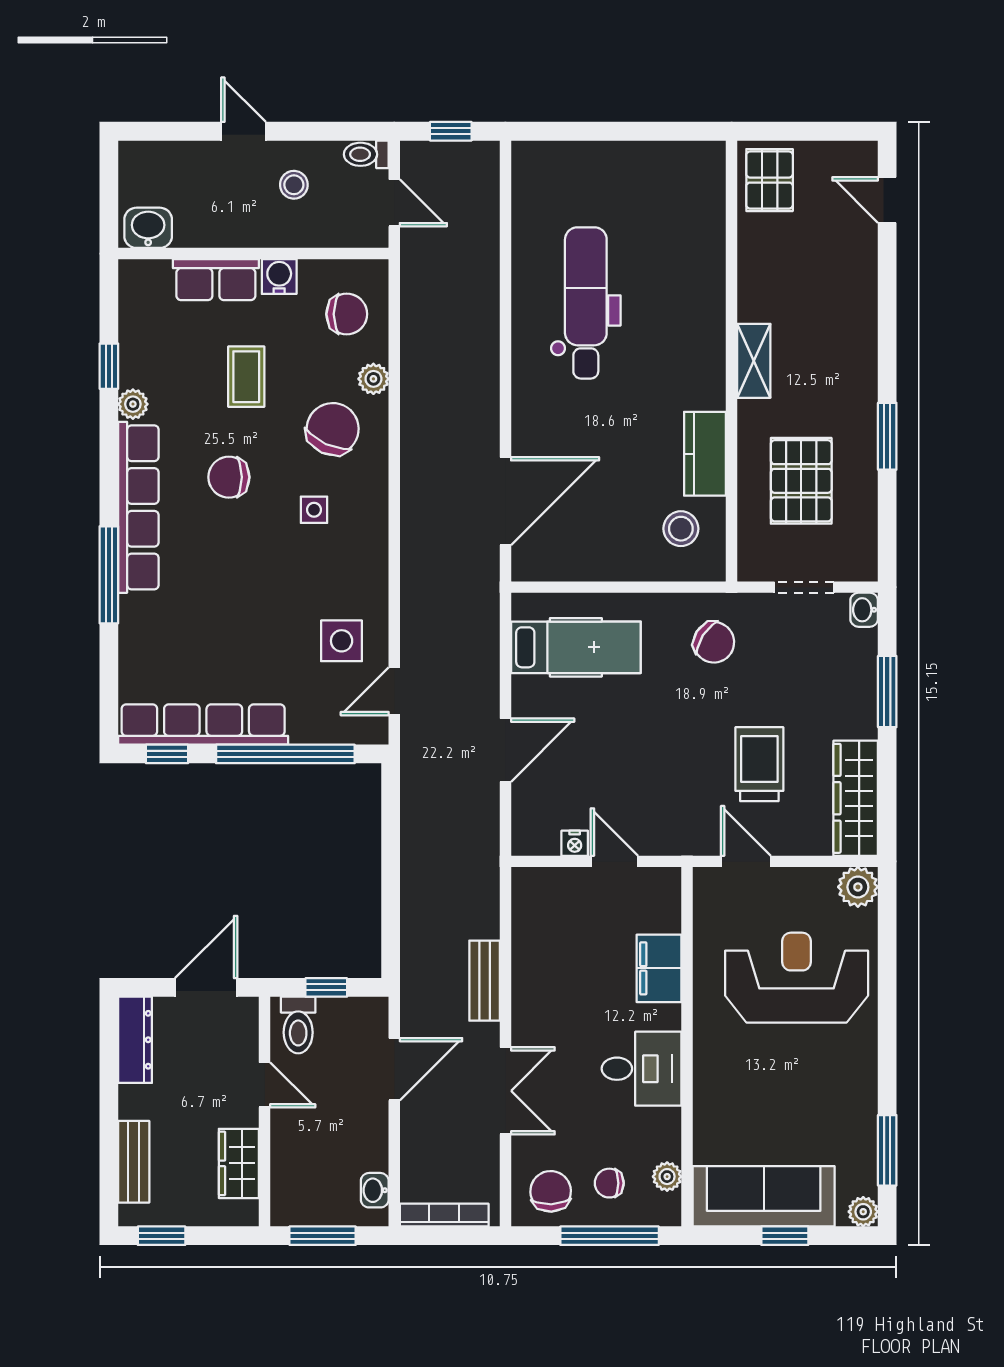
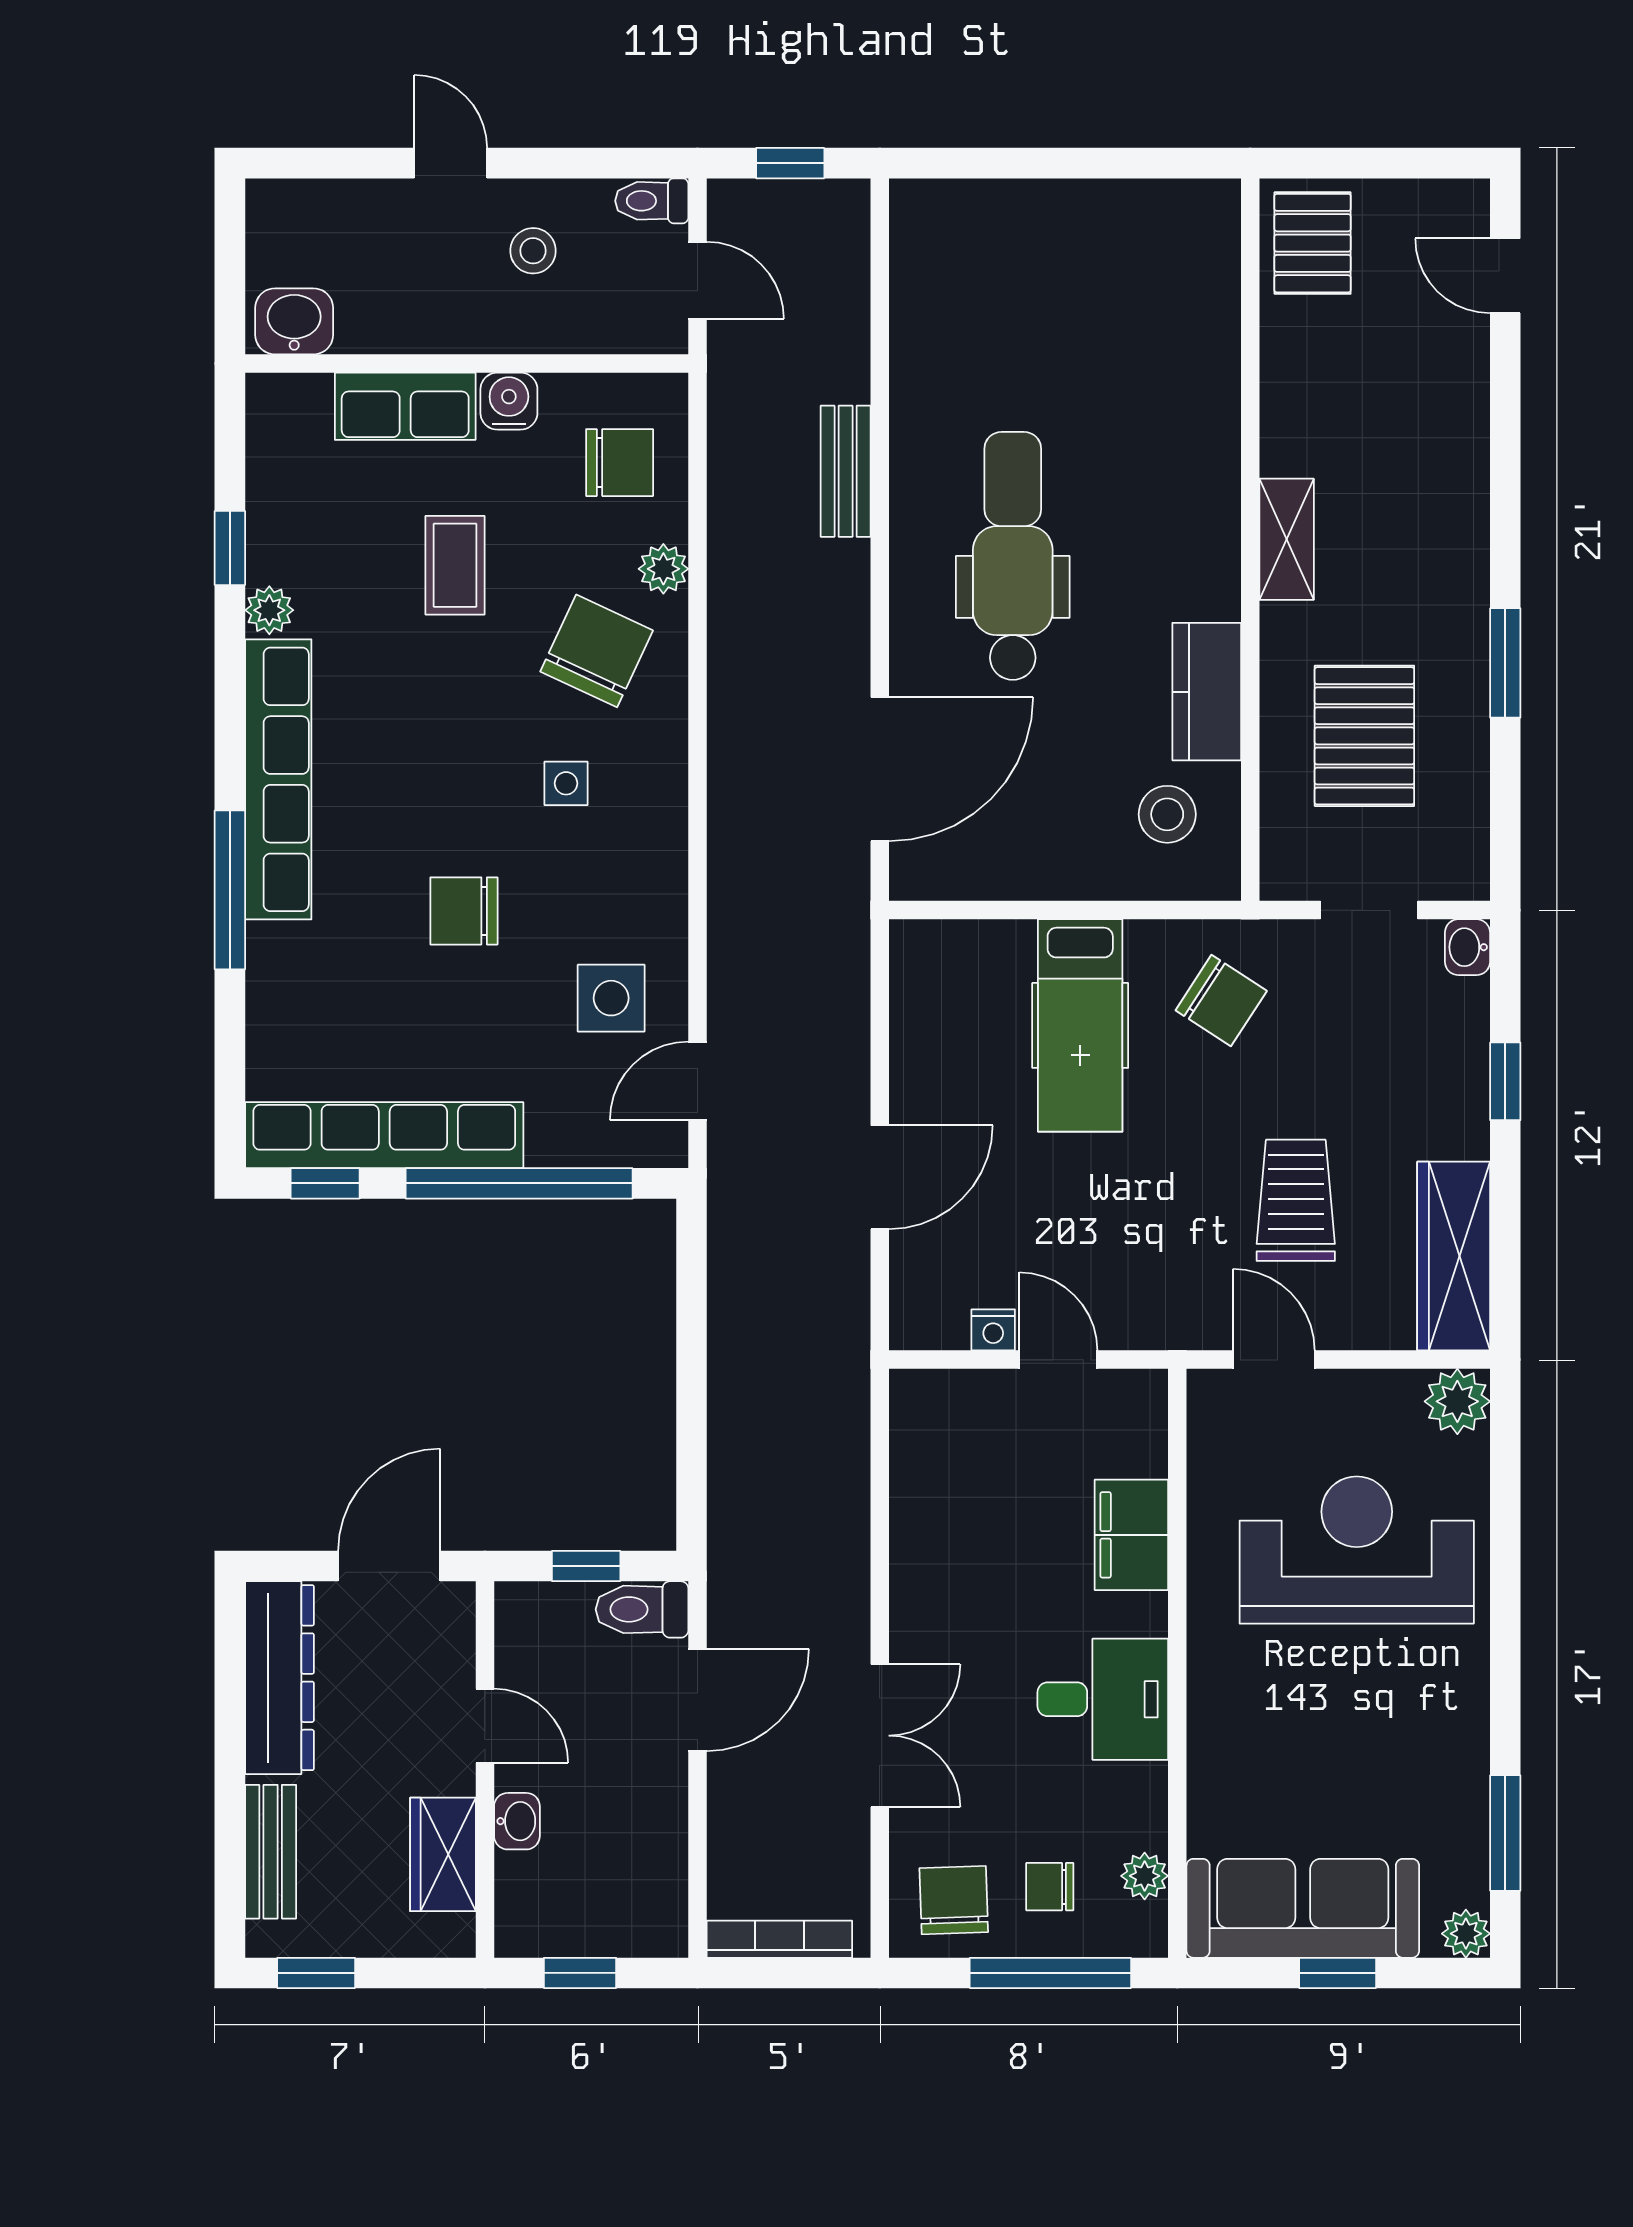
dental chair: (586, 303) -> (1013, 556), moved
chair: (229, 477) -> (464, 911), moved
hospital bed: (576, 647) -> (1080, 1025), moved, turned 90
window: (887, 692) -> (1505, 1081), width x0.67
bench: (485, 981) -> (846, 471), moved
toilet: (298, 1025) -> (642, 1609), moved, turned 90
dresser: (135, 1040) -> (279, 1678), width x1.37, depth x1.24
washbasin: (375, 1190) -> (517, 1821), moved, turned 180
window: (323, 1236) -> (580, 1973), width x0.67

